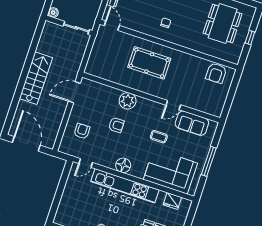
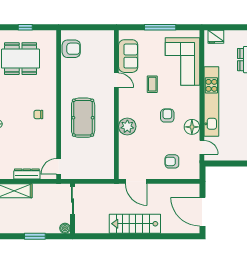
armchair: (116, 125) -> (167, 116), moved
door: (26, 144) -> (202, 212), hinge flipped
floor lamp: (123, 165) -> (192, 127), moved
fridge: (172, 201) -> (216, 37), moved, turned 90

